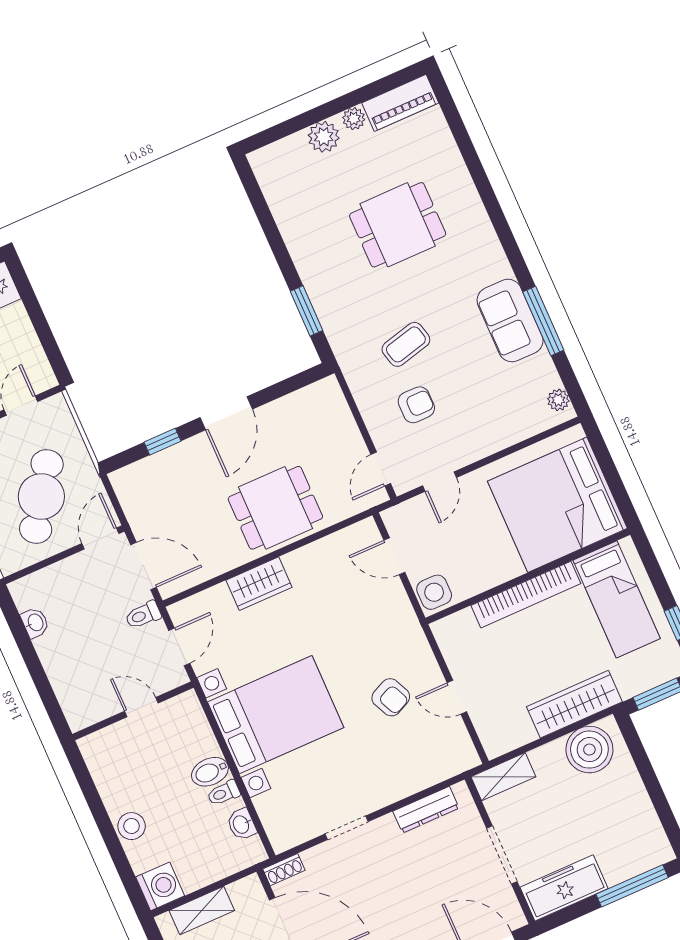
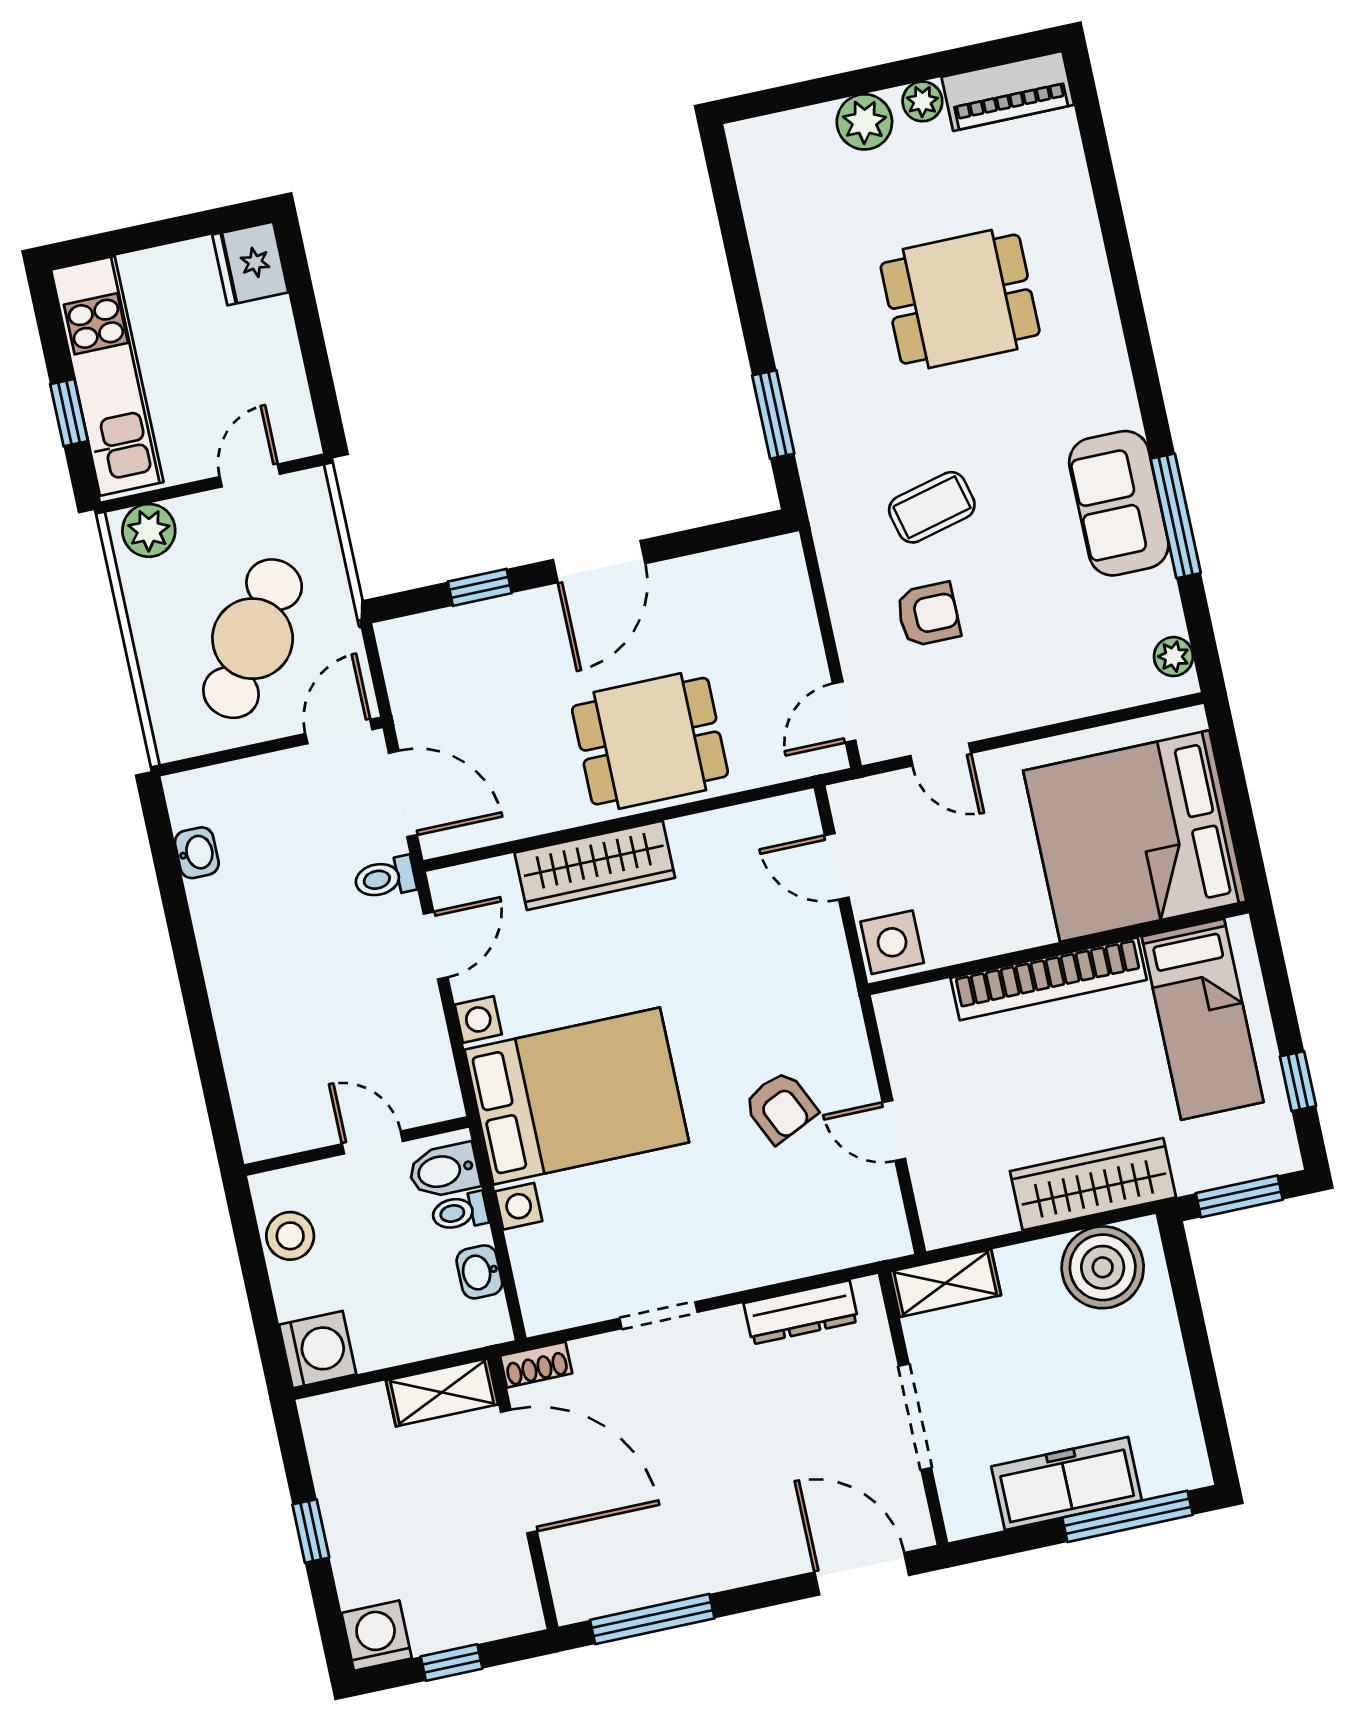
door: (440, 482) -> (941, 754), hinge flipped
wardrobe: (259, 584) -> (595, 865), width x1.50
door: (141, 707) -> (372, 1143), moved
wall: (133, 711) -> (357, 1146), moved
freezer: (564, 888) -> (1067, 1483), moved
shelving: (202, 911) -> (442, 1392), moved

